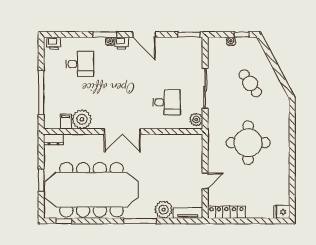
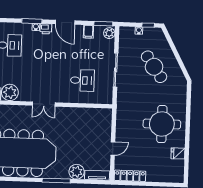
filing cabinet: (172, 45) -> (88, 32), added
cafe table: (250, 83) -> (154, 67), width x1.37, depth x1.35
plant: (196, 119) -> (109, 33), moved
double door: (122, 131) -> (44, 104), width x0.73
round table: (248, 143) -> (162, 124), moved
fridge: (282, 212) -> (178, 153), moved

